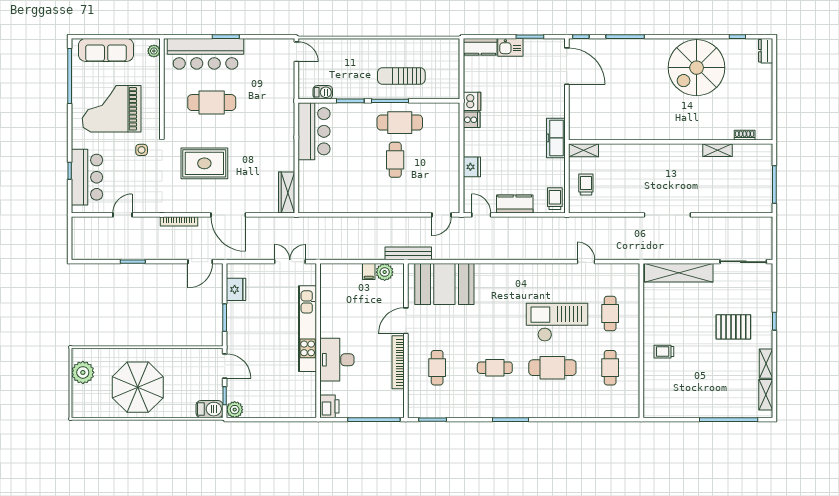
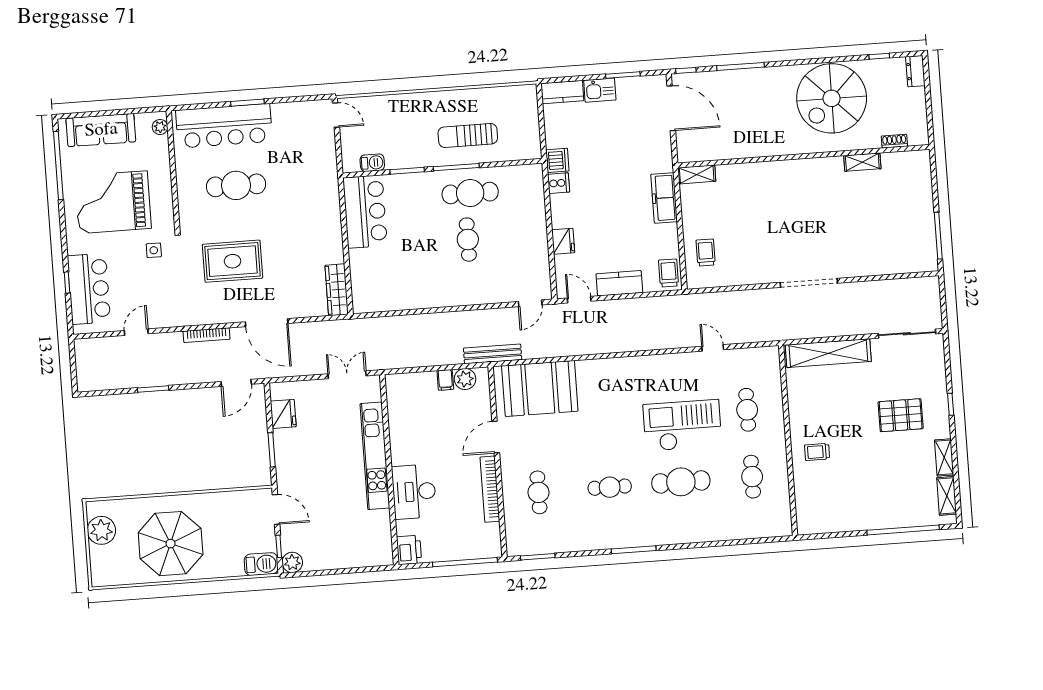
shoe rack: (745, 135) -> (894, 141), moved
wall: (671, 142) -> (804, 156), moved
shelving: (583, 150) -> (697, 174), moved
shelving: (718, 150) -> (862, 162), moved

